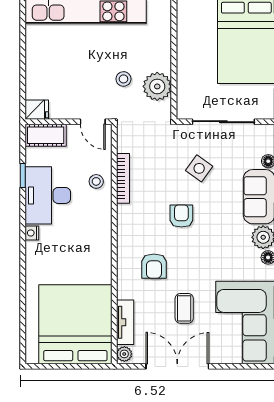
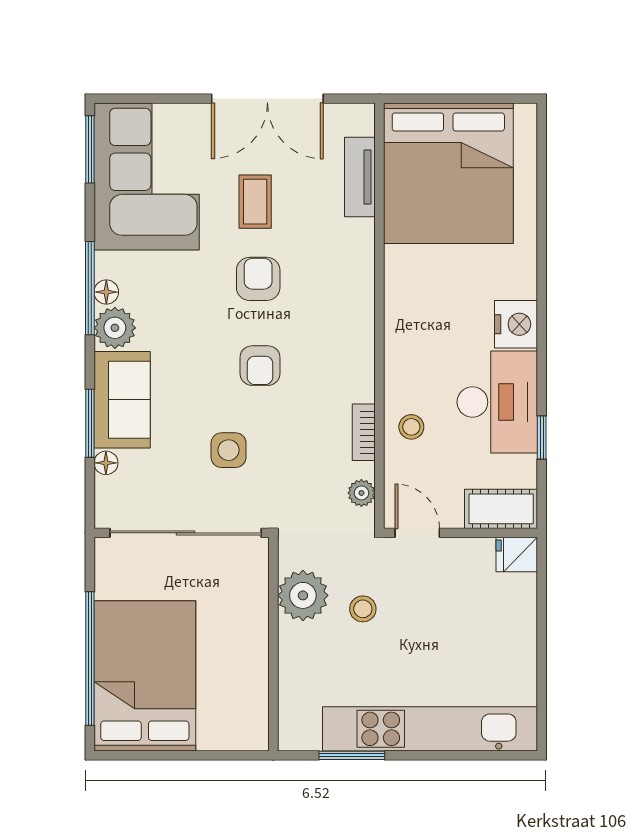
sliding door: (223, 122) -> (186, 533), width x1.36
side table: (199, 168) -> (229, 450), turned -36
bookcase: (123, 178) -> (364, 432), width x0.64
nightstand: (32, 233) -> (516, 324), width x1.89, depth x1.79
armchair: (154, 266) -> (258, 279), moved
plant: (124, 354) -> (361, 493), moved

